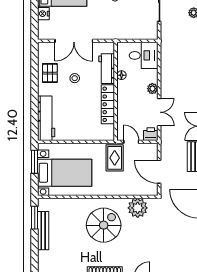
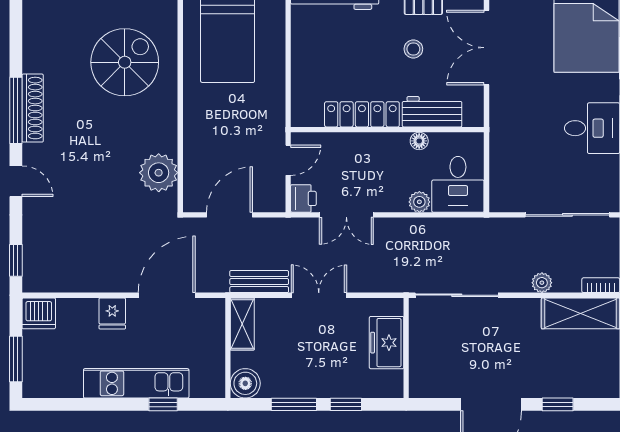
plant: (152, 89) -> (419, 202), moved
rug: (115, 158) -> (257, 128), removed
spiral stairs: (104, 225) -> (125, 62), moved, turned -90

